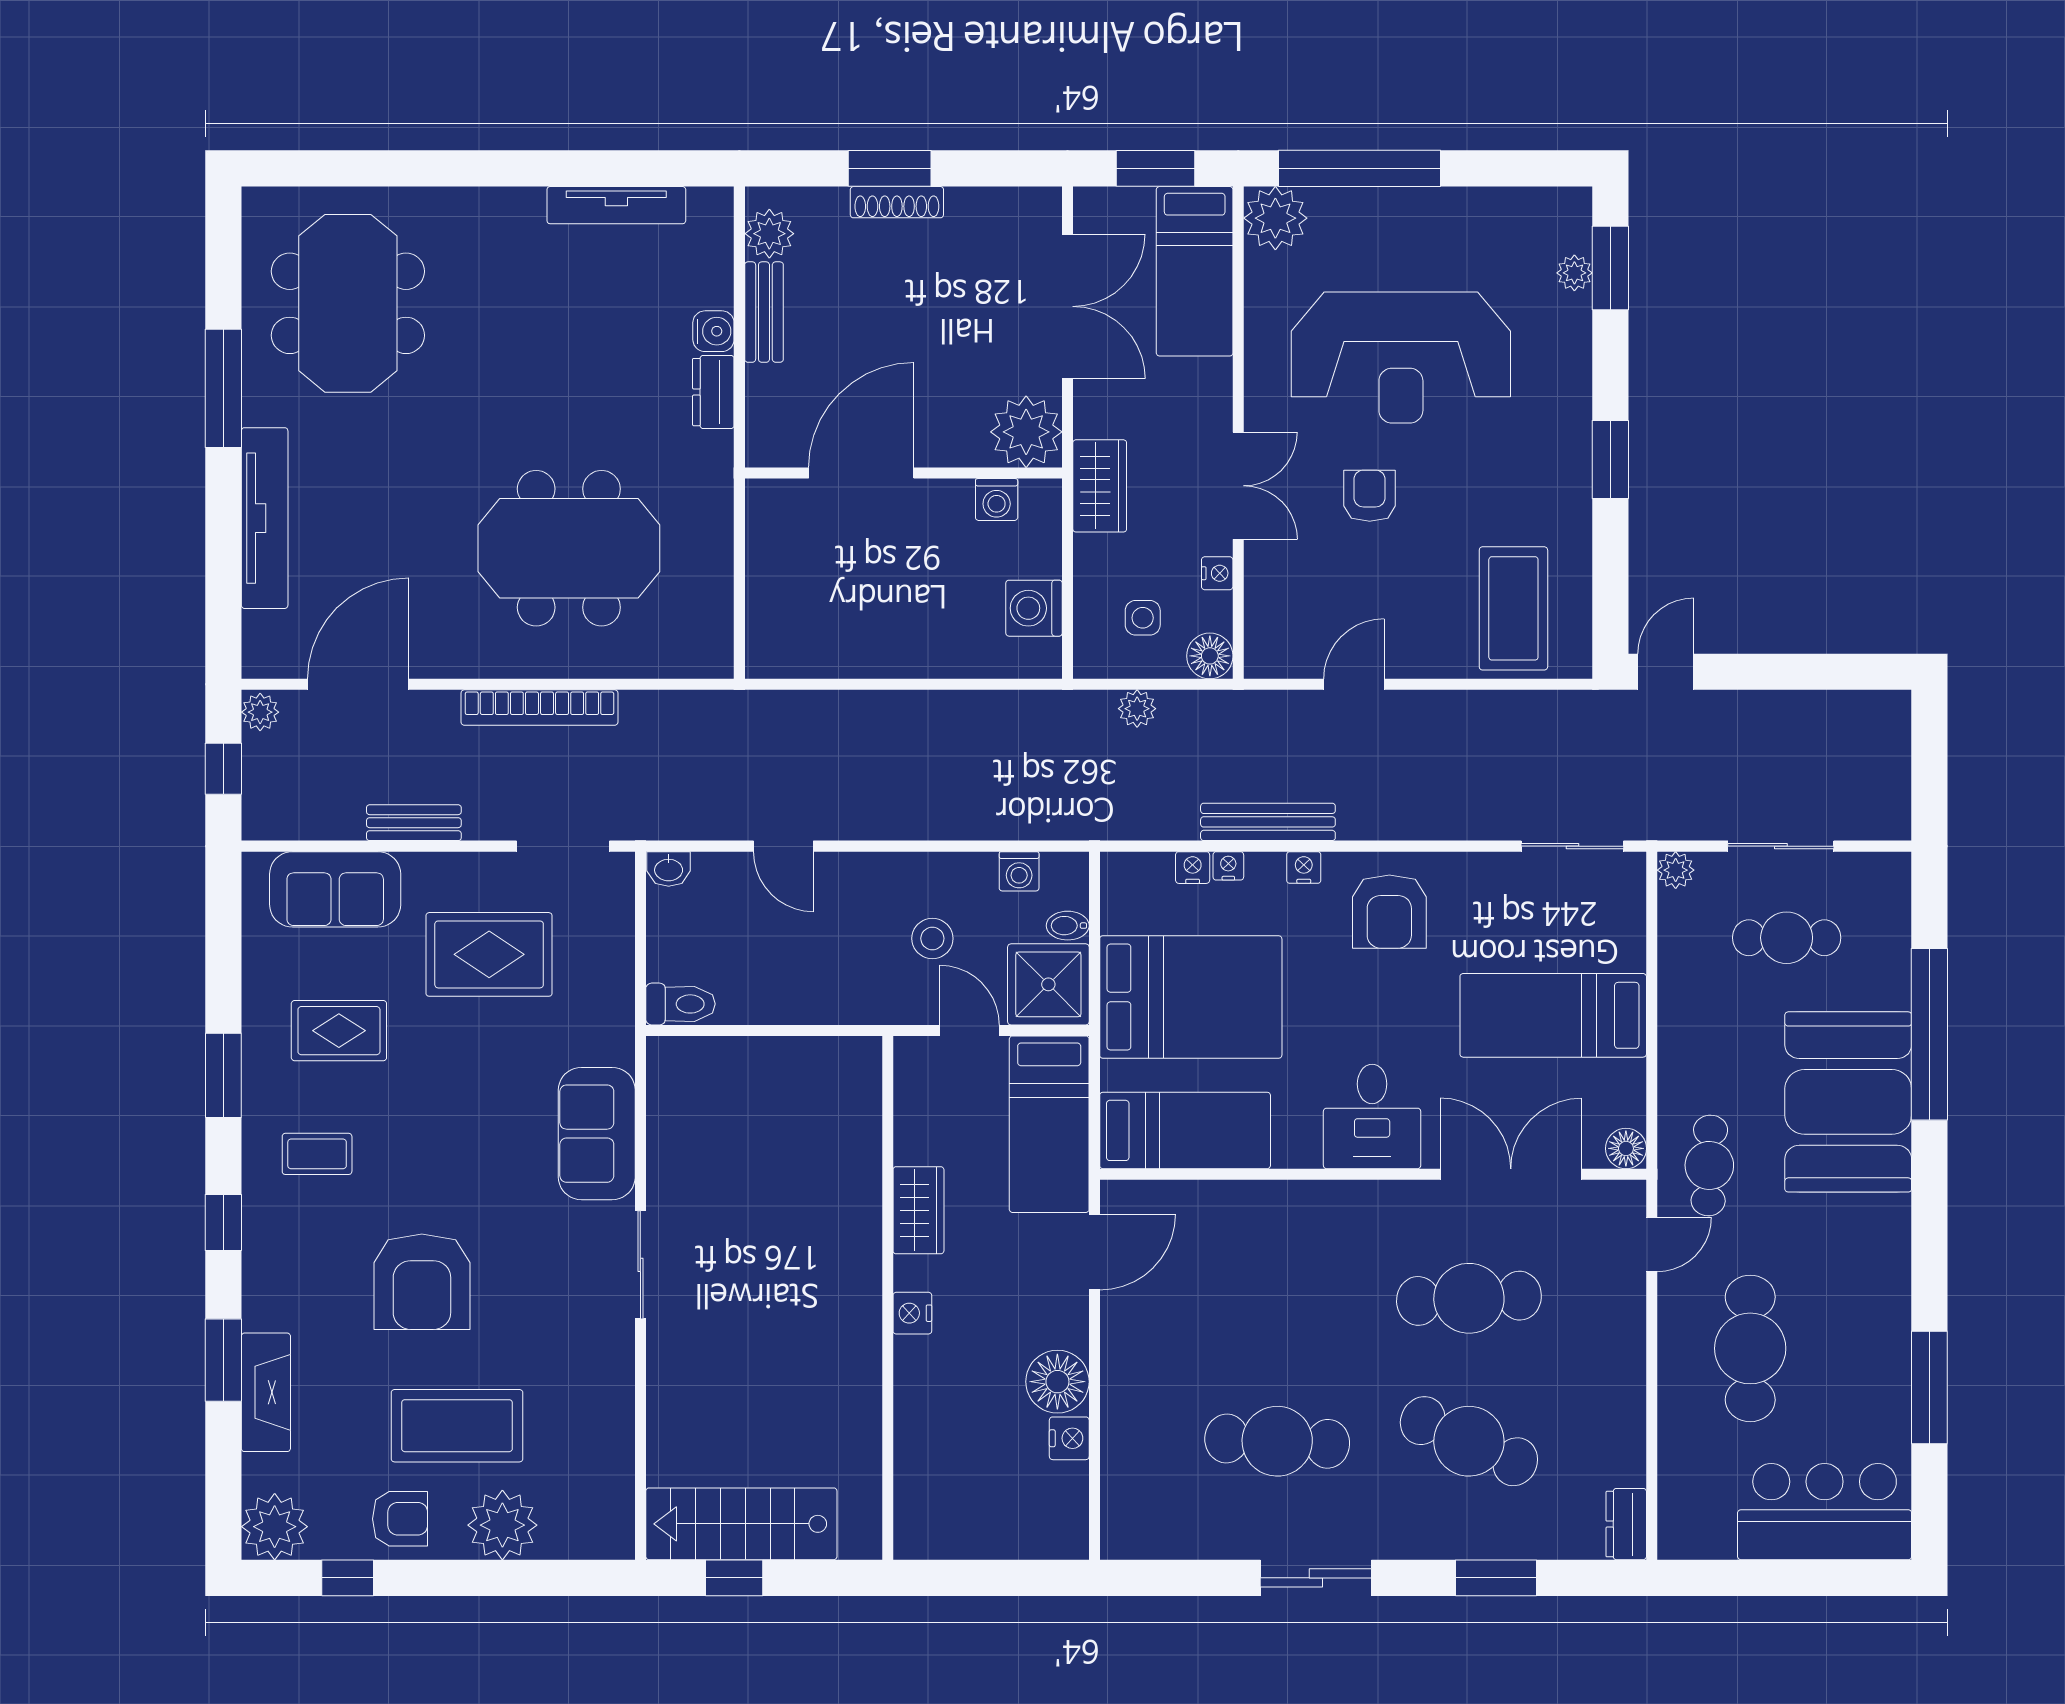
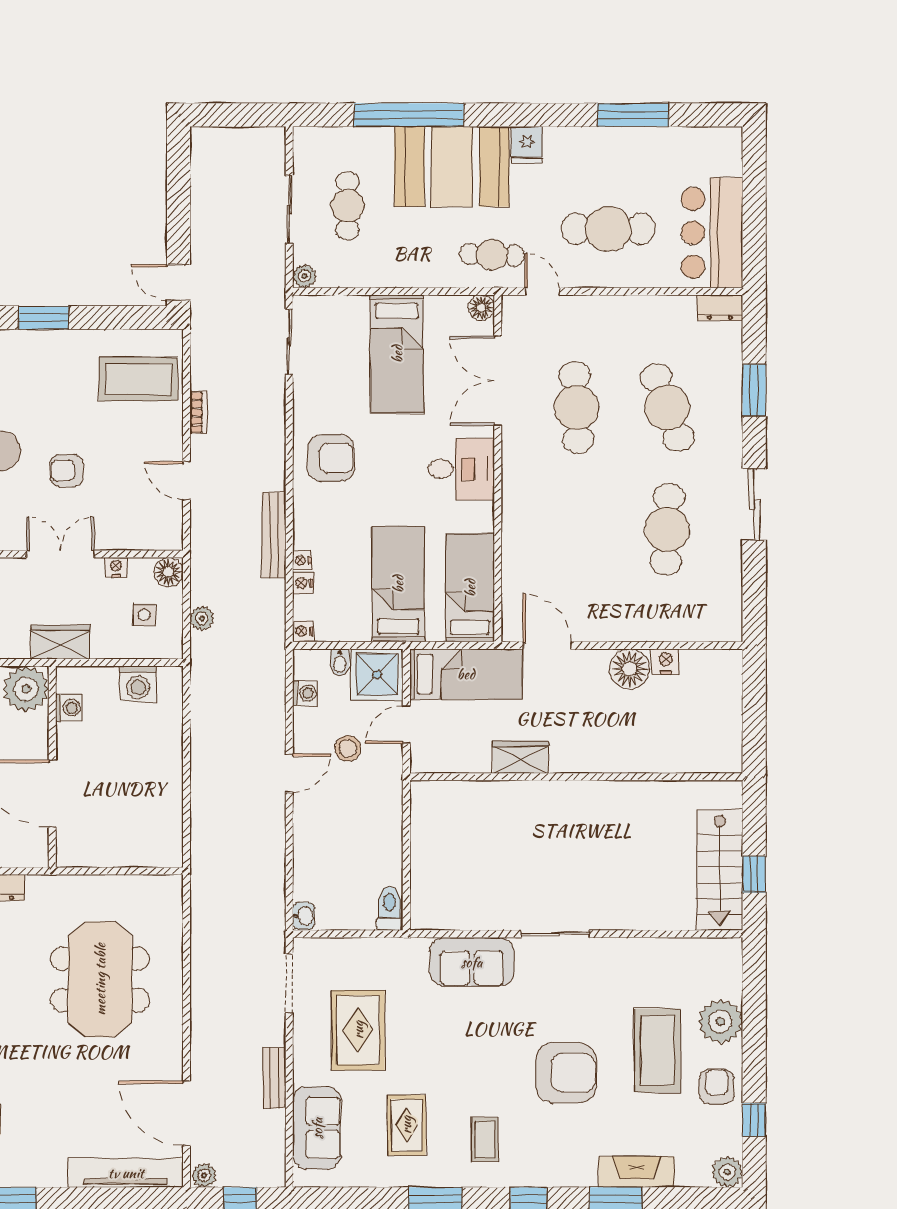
tv unit: (265, 518) -> (126, 1173), moved
bookcase: (539, 708) -> (199, 413), moved, width x0.43, depth x0.76
door: (783, 846) -> (289, 773), moved
nightstand: (1304, 868) -> (303, 631), moved
bed: (1191, 997) -> (398, 584), width x0.67
fridge: (1882, 1220) -> (527, 145), added
nightstand: (912, 1313) -> (586, 761), removed
cafe table: (1469, 1441) -> (667, 407), turned -45
bar counter: (1825, 1512) -> (712, 233), moved
plant: (275, 1527) -> (727, 1172), width x0.73, depth x0.73

